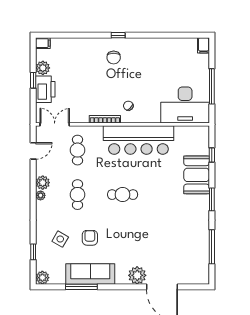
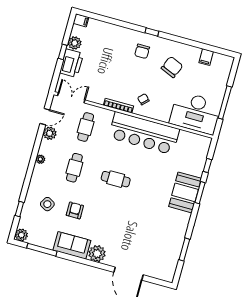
filing cabinet: (204, 45) -> (206, 57), moved
chair: (148, 65) -> (172, 67), added
booth: (197, 175) -> (185, 192), moved
plant: (43, 183) -> (50, 133), moved
window: (212, 199) -> (200, 193), moved
window: (212, 247) -> (184, 249), width x0.69
sofa: (90, 274) -> (72, 245), width x0.73
plant: (137, 275) -> (97, 254), moved
window: (81, 287) -> (42, 250), moved

